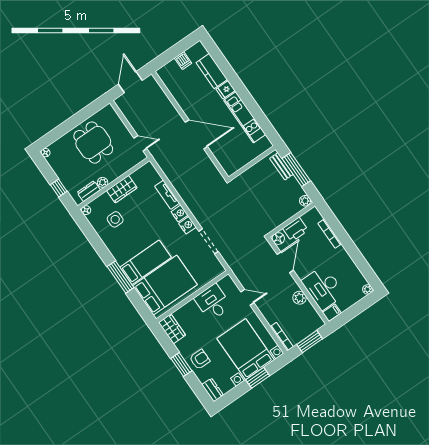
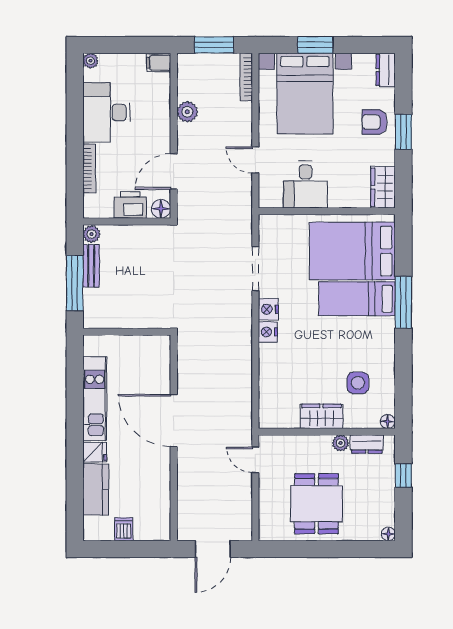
bench: (281, 166) -> (91, 266), moved
tv unit: (167, 195) -> (267, 368), removed
desk: (323, 288) -> (106, 112), moved, turned 180

